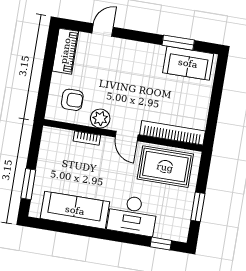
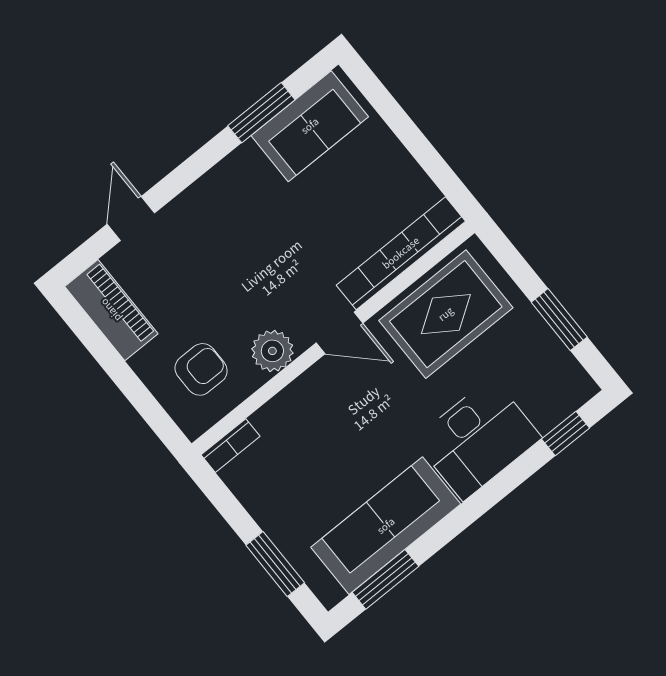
bookcase: (87, 138) -> (230, 446), moved
window: (56, 226) -> (385, 579), added

